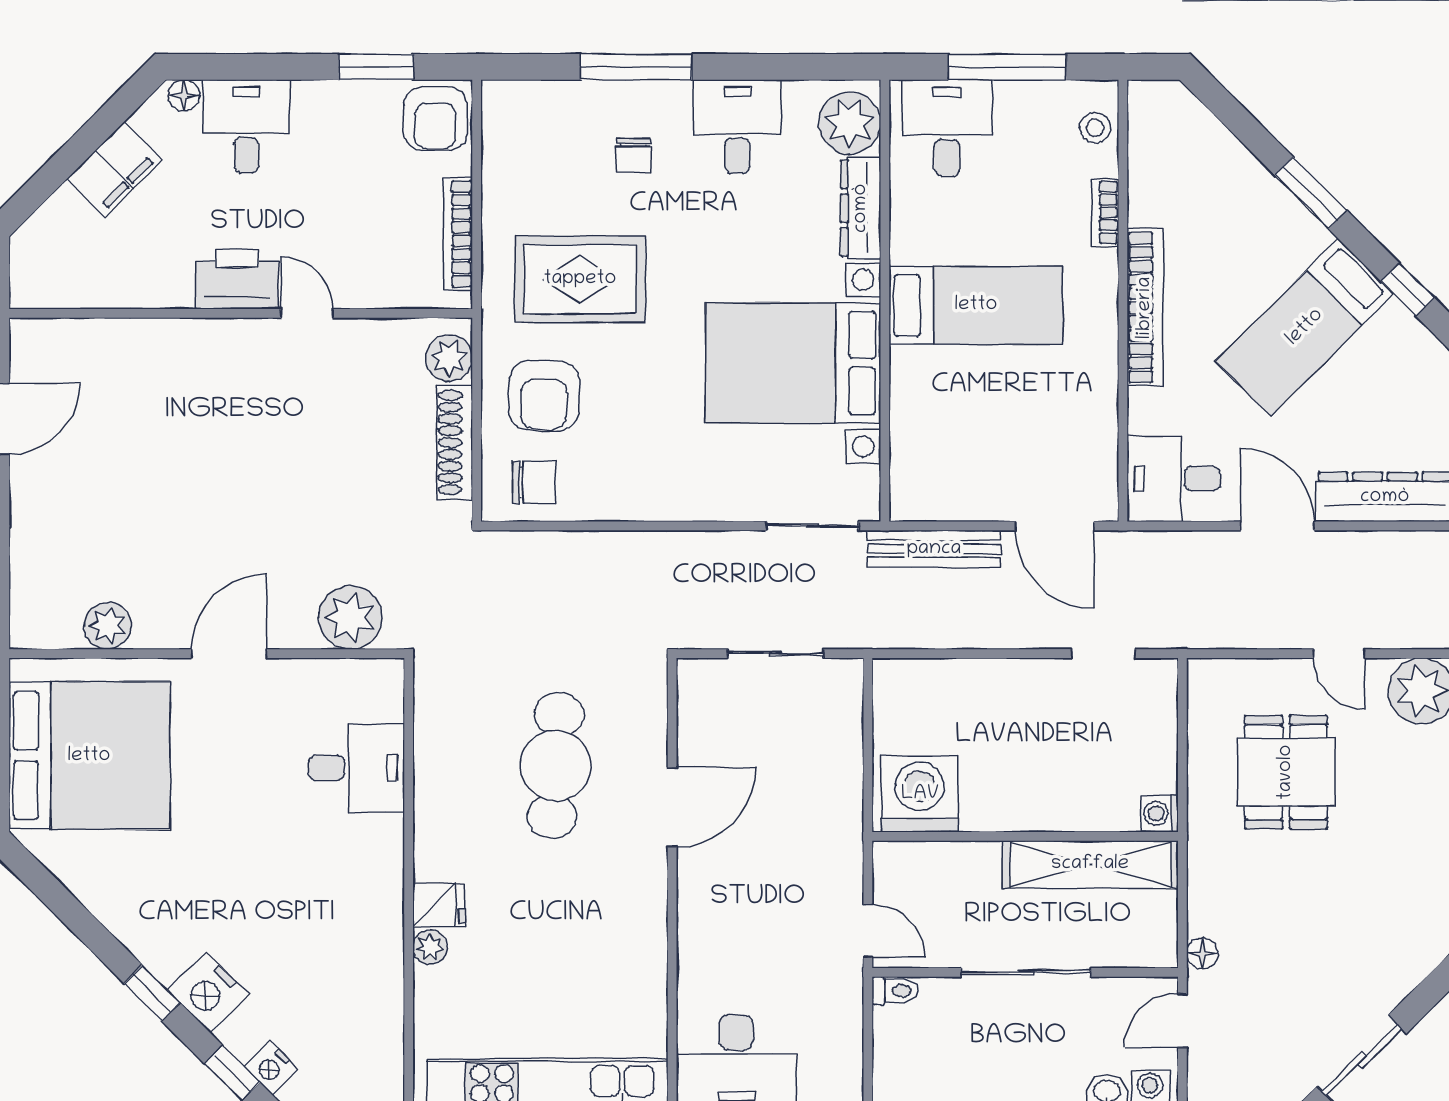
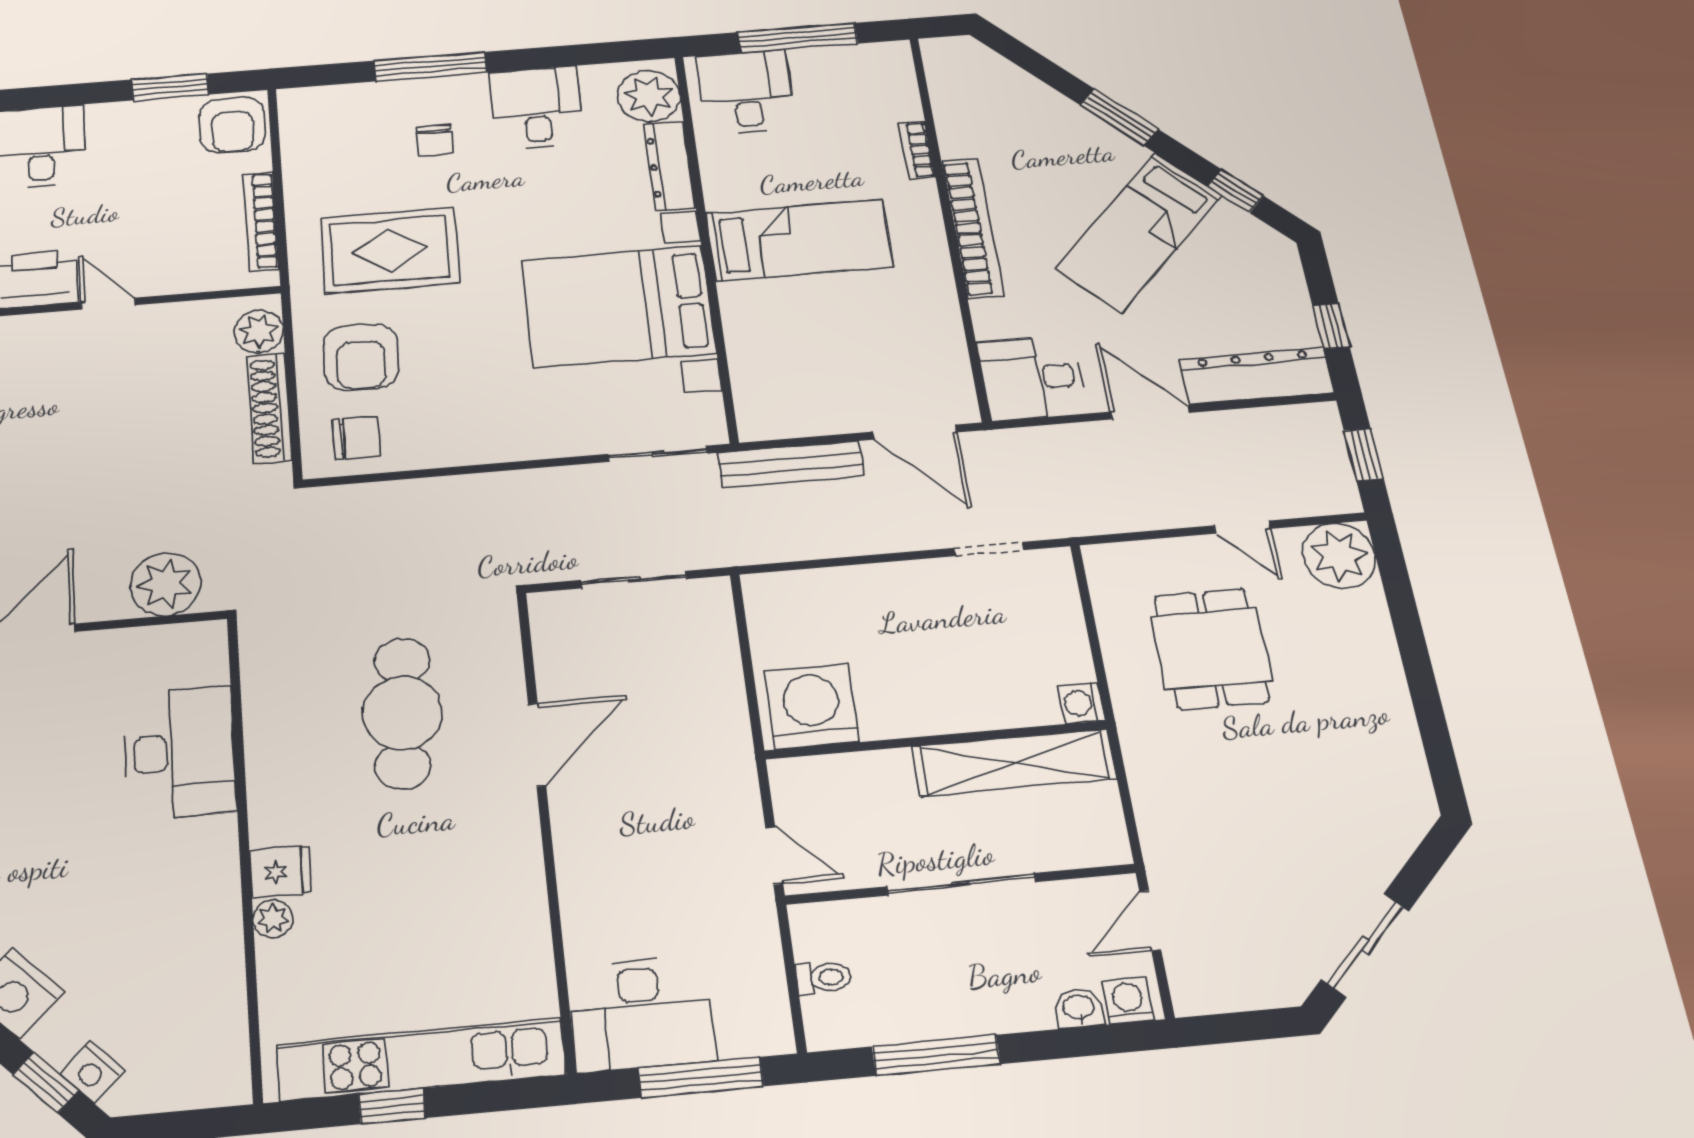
stool: (1095, 128) -> (894, 81), removed
desk: (356, 768) -> (180, 752), width x1.37
floor lamp: (1202, 953) -> (1158, 845), removed
toilet: (895, 991) -> (824, 978), moved

